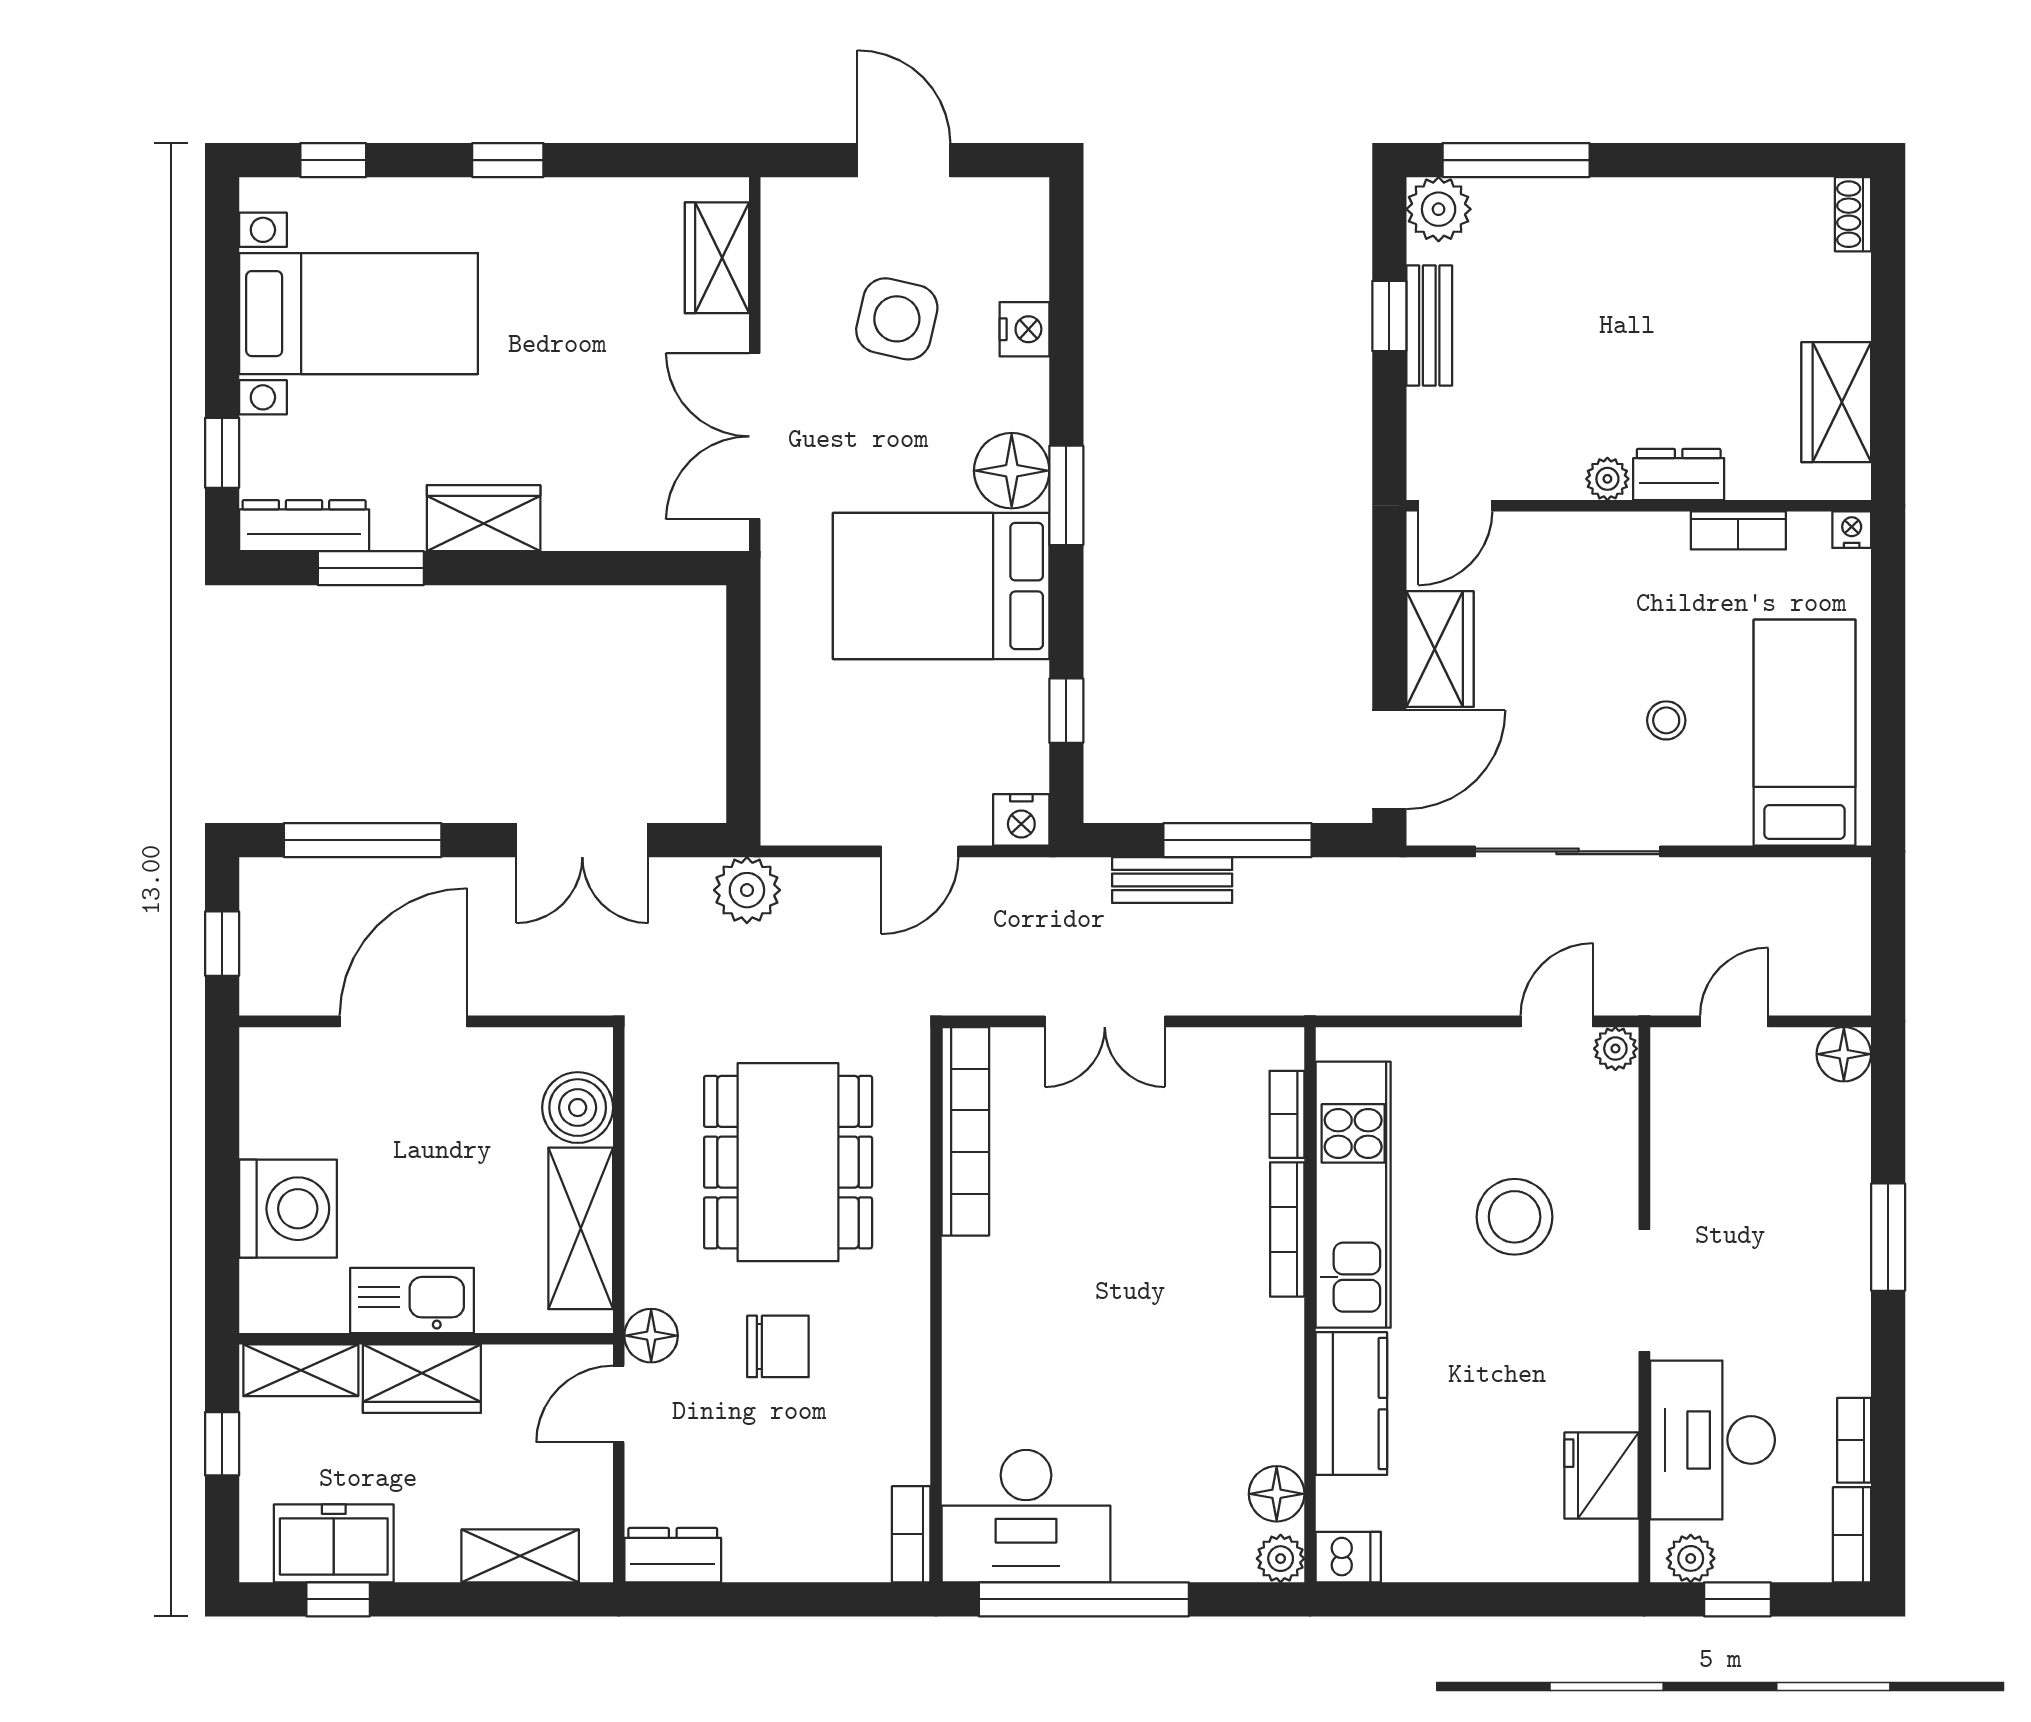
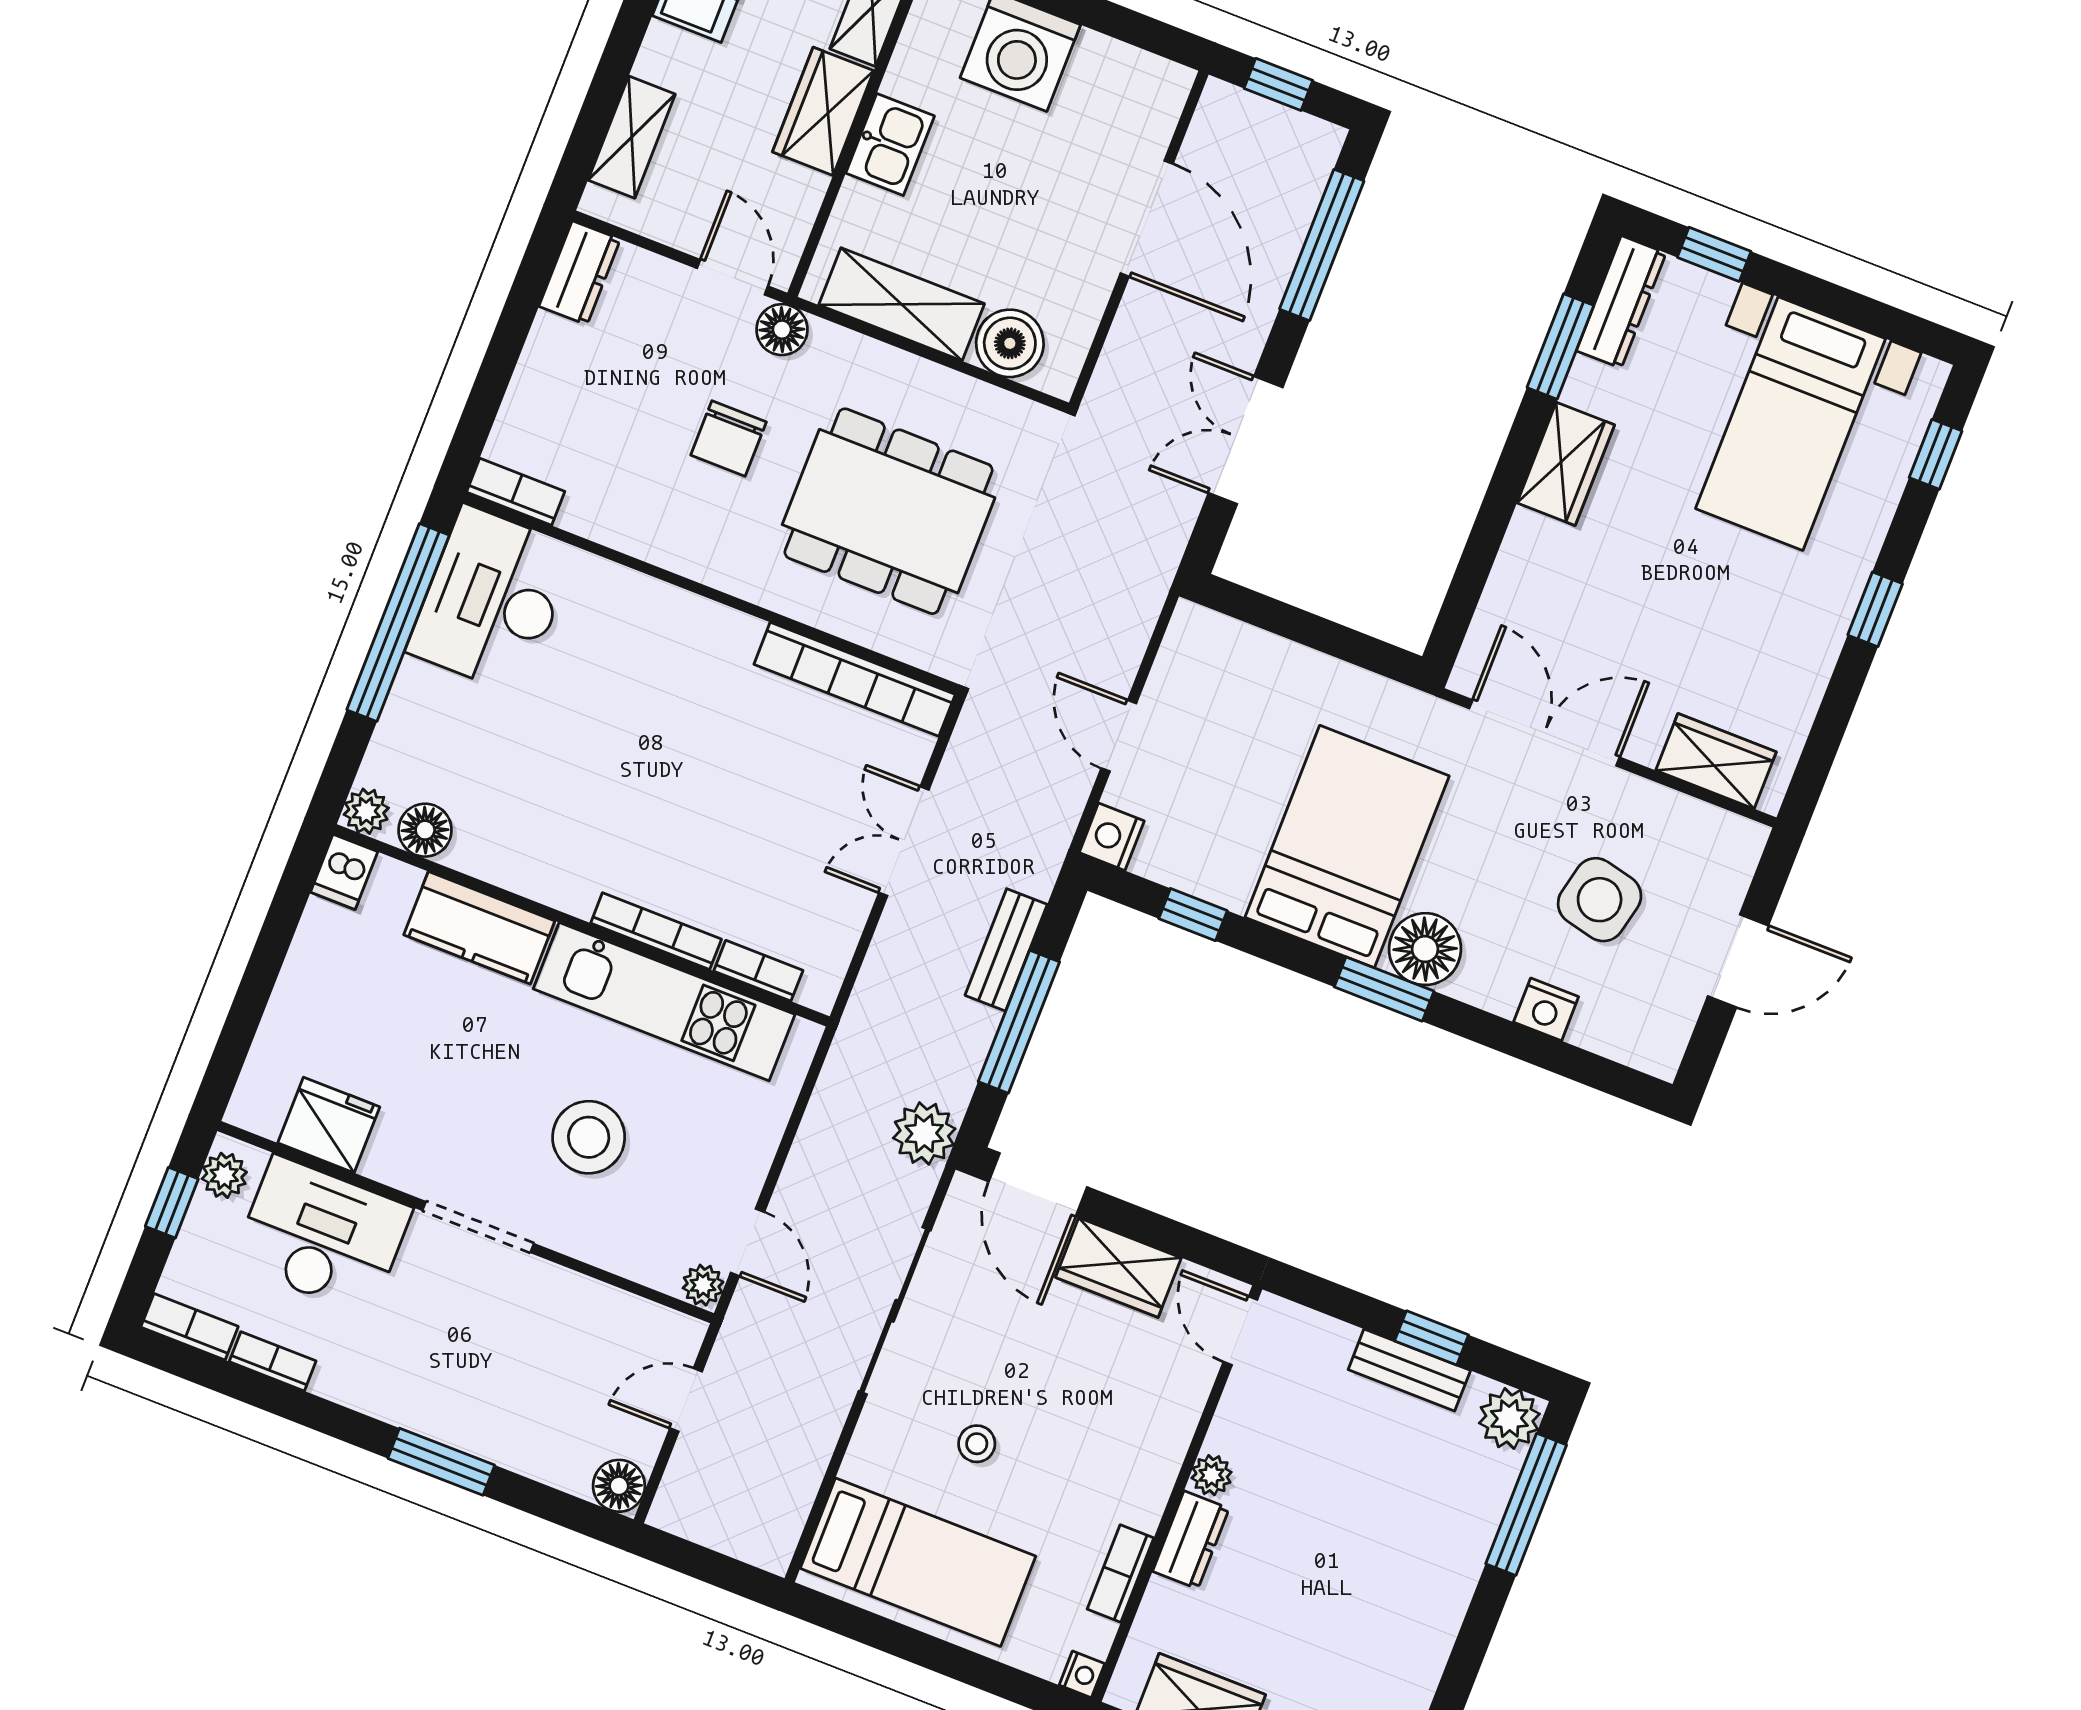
plant: (747, 890) -> (924, 1133), moved
door: (1734, 1021) -> (686, 1400), swing flipped
kitchen sink: (412, 1300) -> (890, 145), width x0.73

